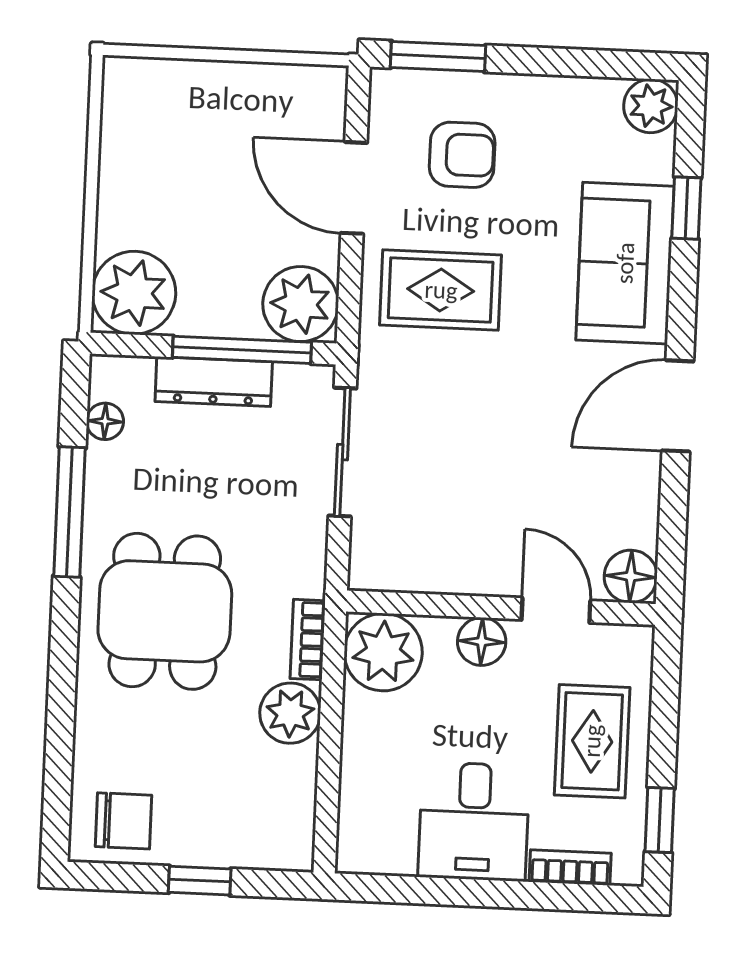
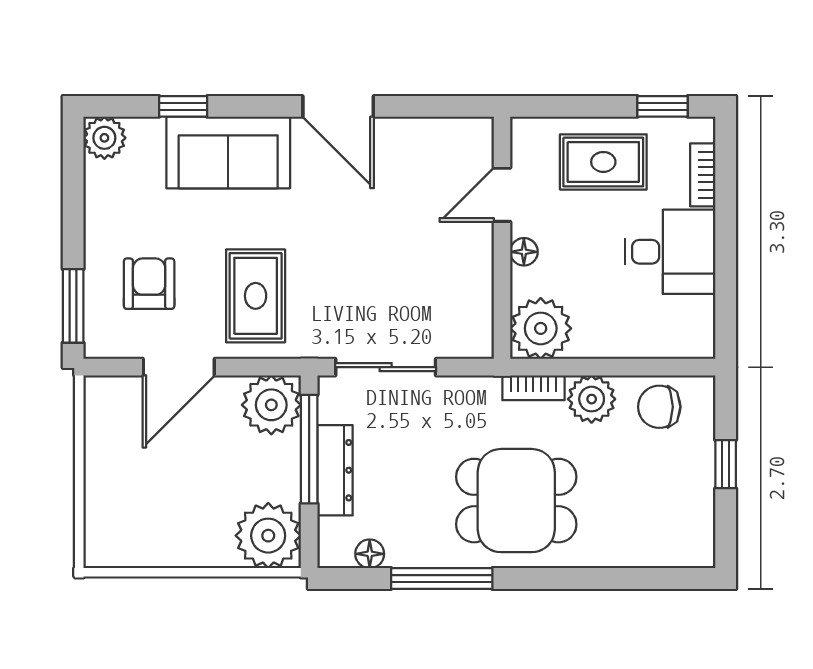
floor lamp: (631, 576) -> (473, 137), removed
floor lamp: (482, 642) -> (524, 252), width x0.73, depth x0.73
chair: (123, 821) -> (659, 407), moved, turned -90

